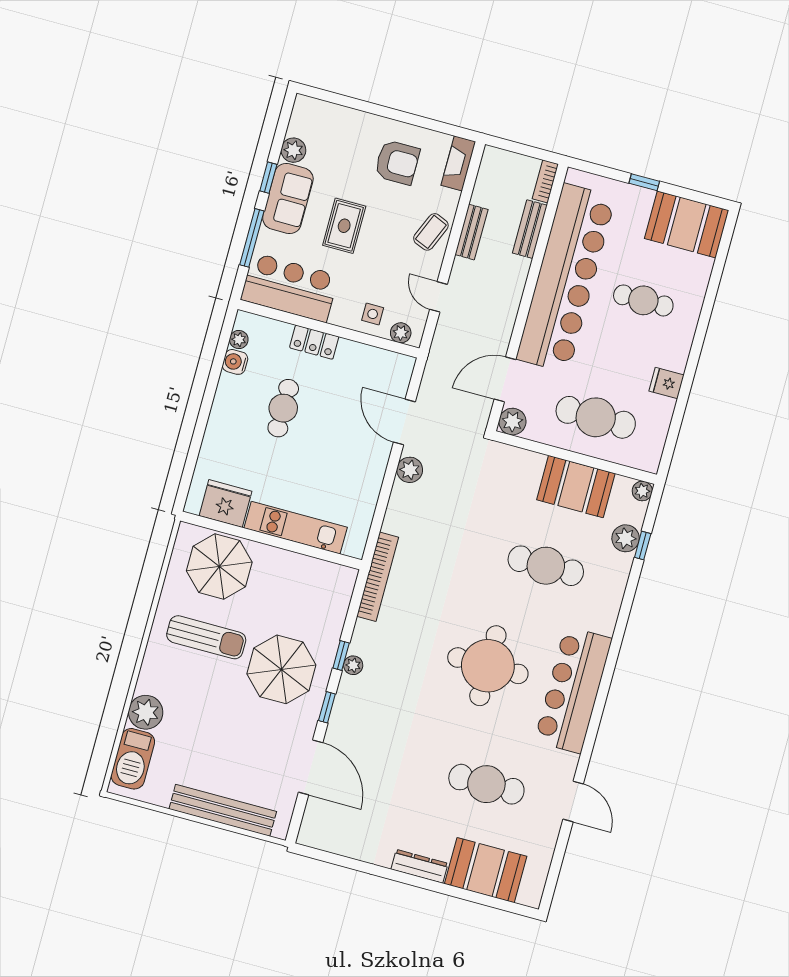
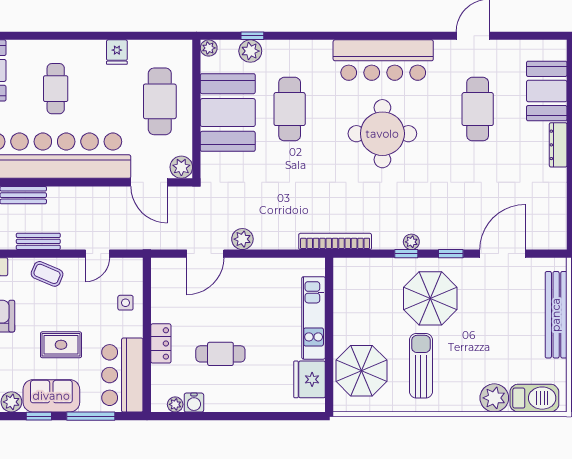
plant: (401, 333) -> (135, 276), removed
booth: (576, 487) -> (228, 113), width x1.36, depth x1.42

